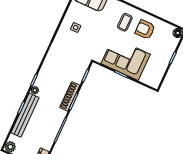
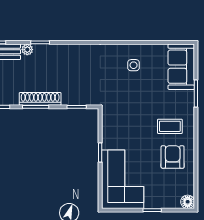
corner sofa: (126, 59) -> (123, 179), moved

